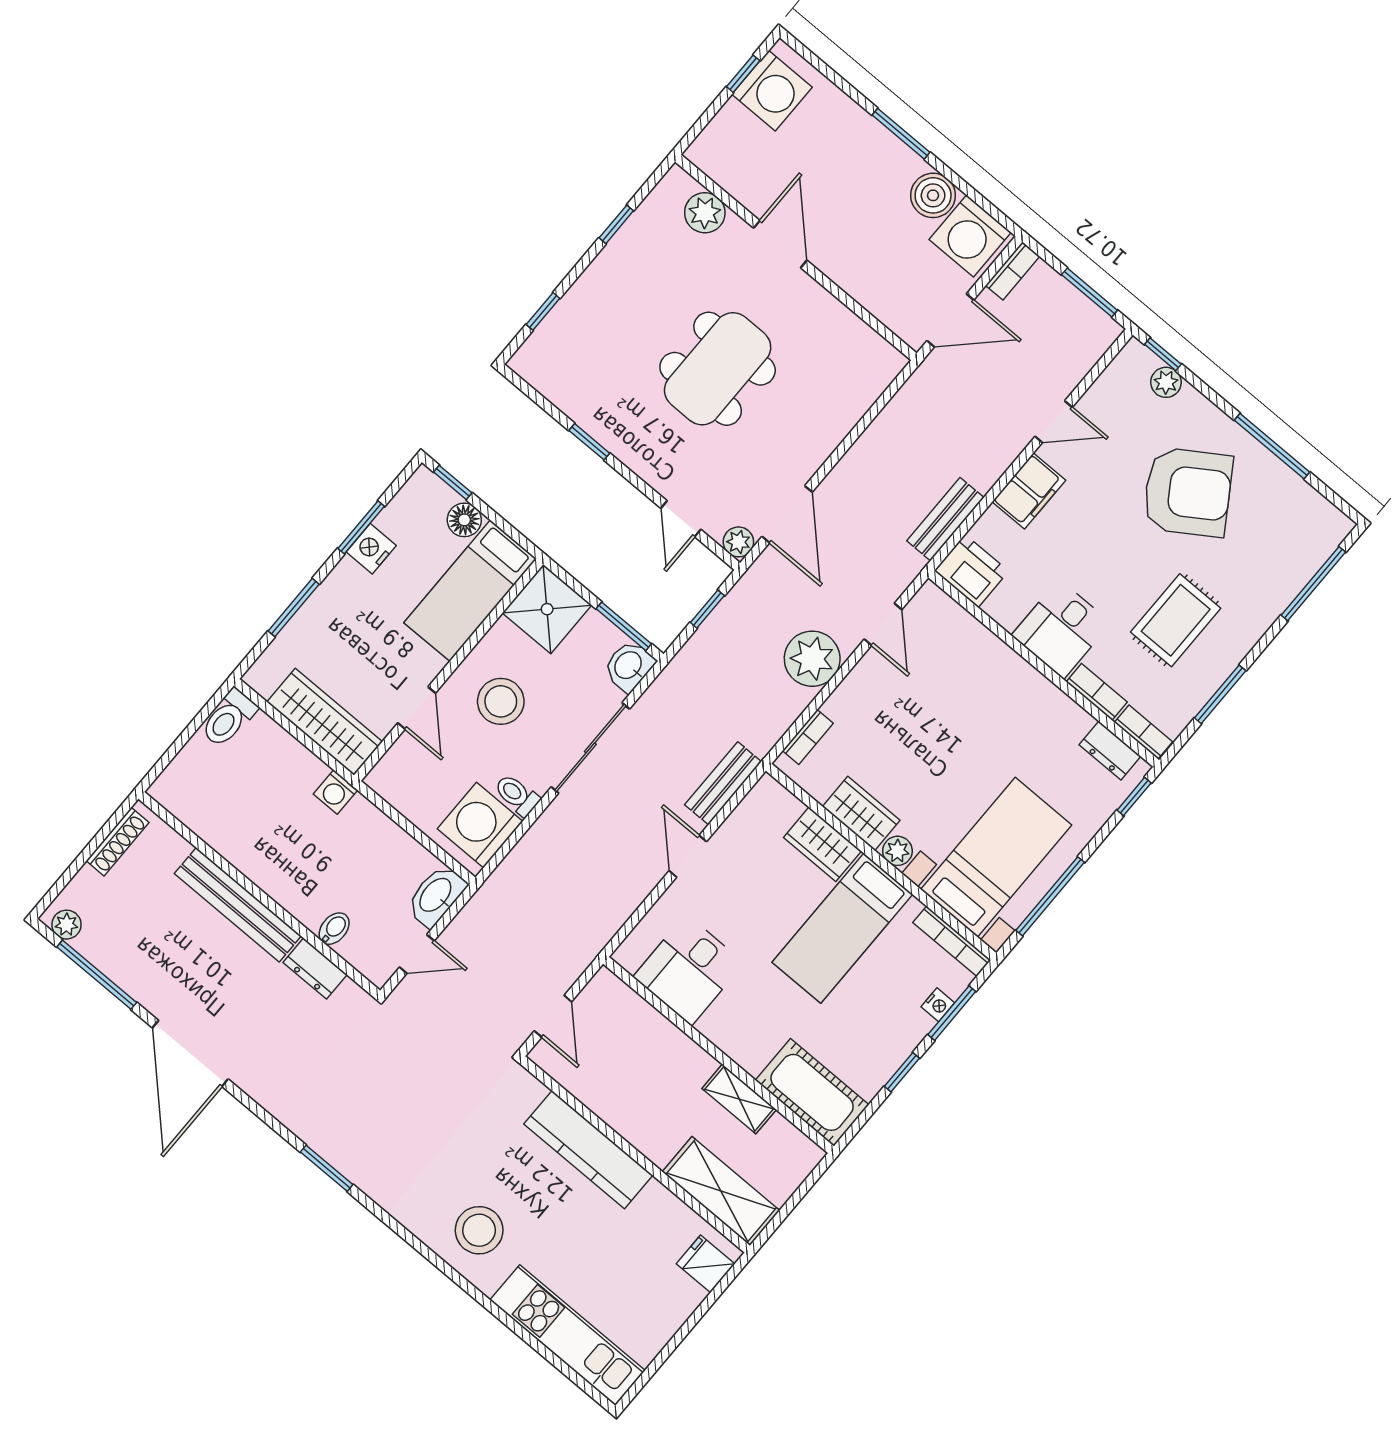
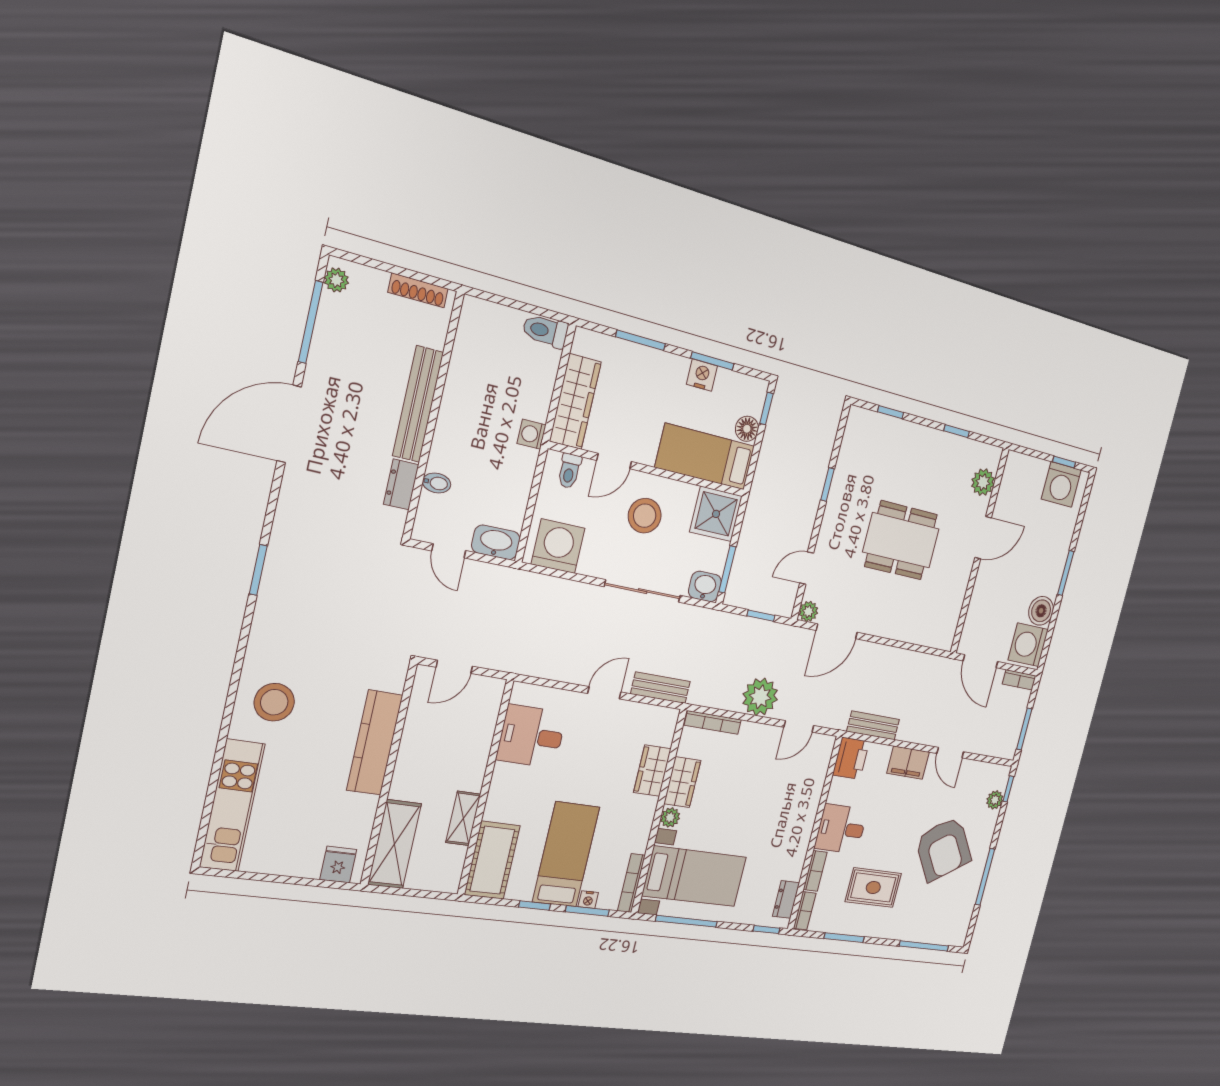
bookcase: (808, 737) -> (713, 722), width x1.56
toilet: (517, 795) -> (569, 471), moved, turned 180
bed: (842, 928) -> (566, 854), moved, turned 90

